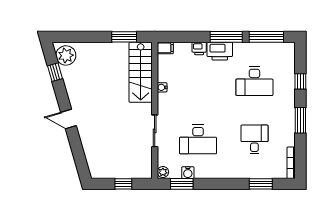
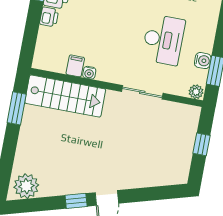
filing cabinet: (165, 48) -> (75, 66), moved
window: (55, 72) -> (76, 201), moved

